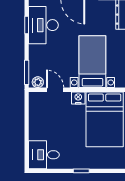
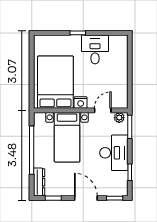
desk: (43, 25) -> (114, 153), moved
door: (55, 90) -> (103, 110), swing flipped
desk: (44, 155) -> (95, 49), moved, turned -90

